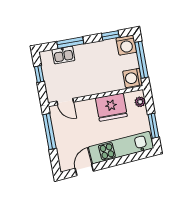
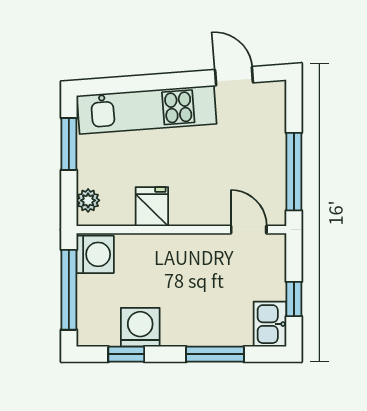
washing machine: (126, 45) -> (140, 327), moved
kitchen sink: (63, 55) -> (270, 324), moved, turned -90
fridge: (111, 107) -> (152, 207), width x0.53, depth x0.75
door: (84, 170) -> (234, 76), swing flipped

